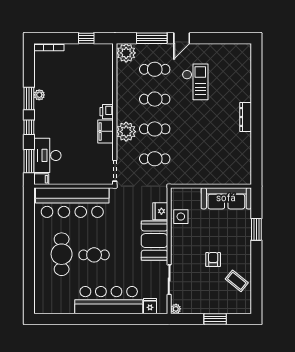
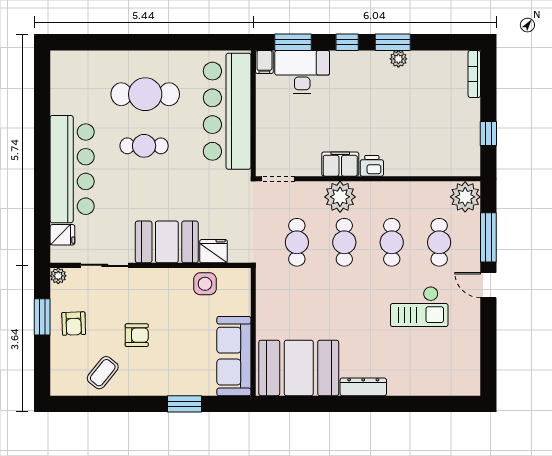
booth: (234, 158) -> (299, 368), added
cafe table: (94, 255) -> (144, 146), turned 90
armchair: (206, 299) -> (74, 324), added
window: (215, 319) -> (42, 317), moved

